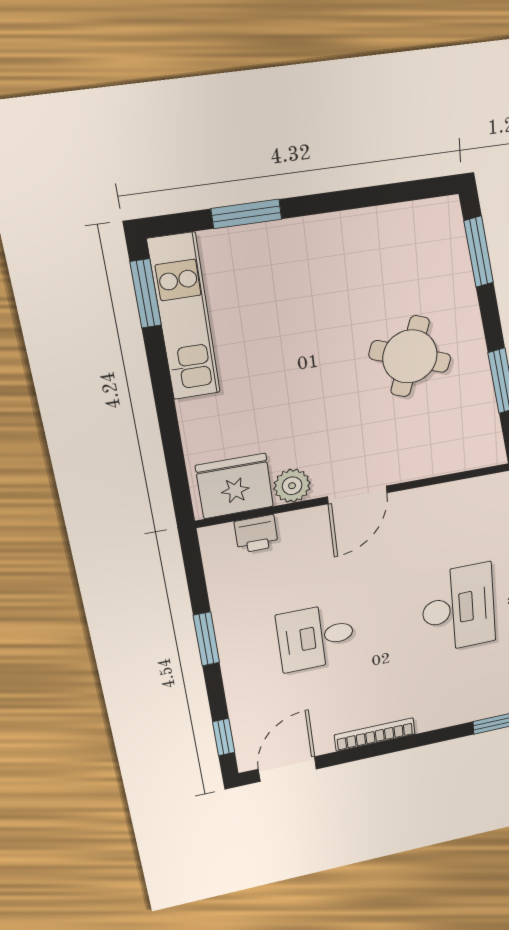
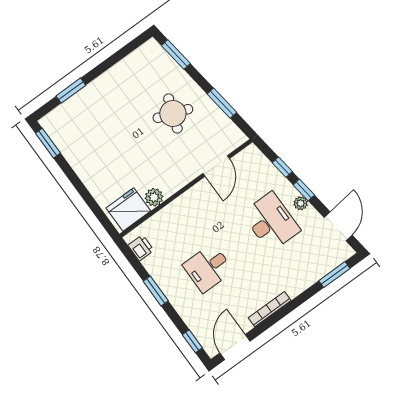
kitchen unit: (184, 318) -> (68, 145), removed
door: (357, 495) -> (216, 166), moved
printer: (256, 534) -> (141, 248), moved, turned -90

